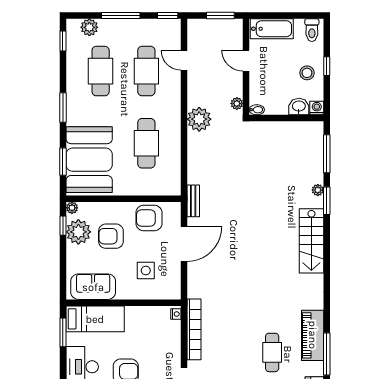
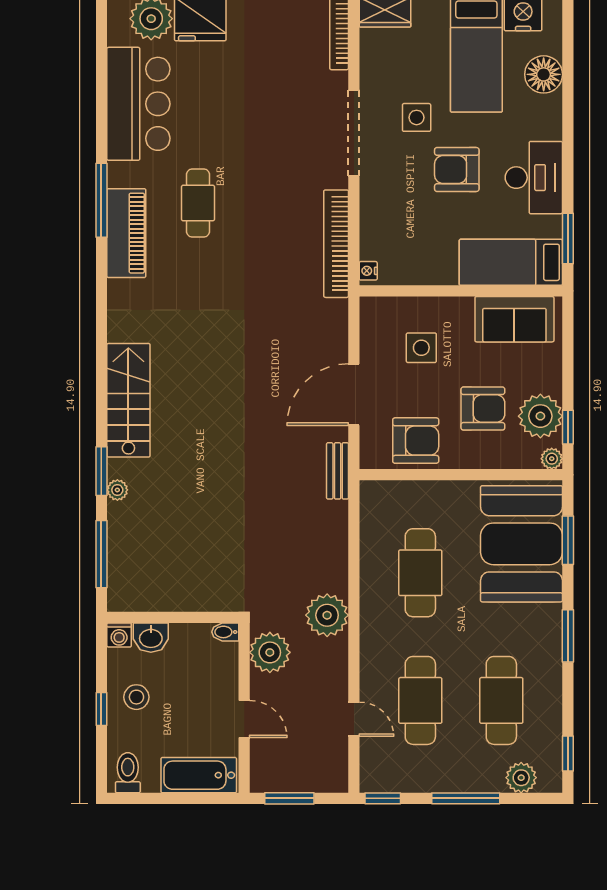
plant: (237, 104) -> (270, 652), width x1.88, depth x1.88

